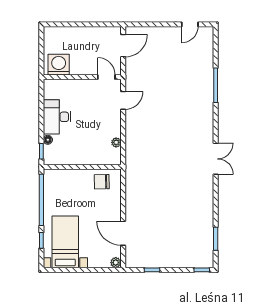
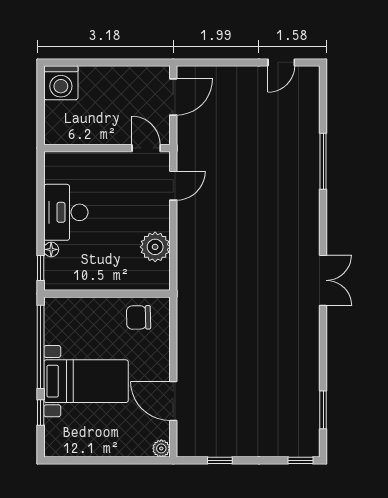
washing machine: (59, 65) -> (61, 83), moved, turned 180
plant: (116, 142) -> (155, 247), width x1.87, depth x1.87
bed with nightstands: (65, 242) -> (86, 381), moved, turned 90

